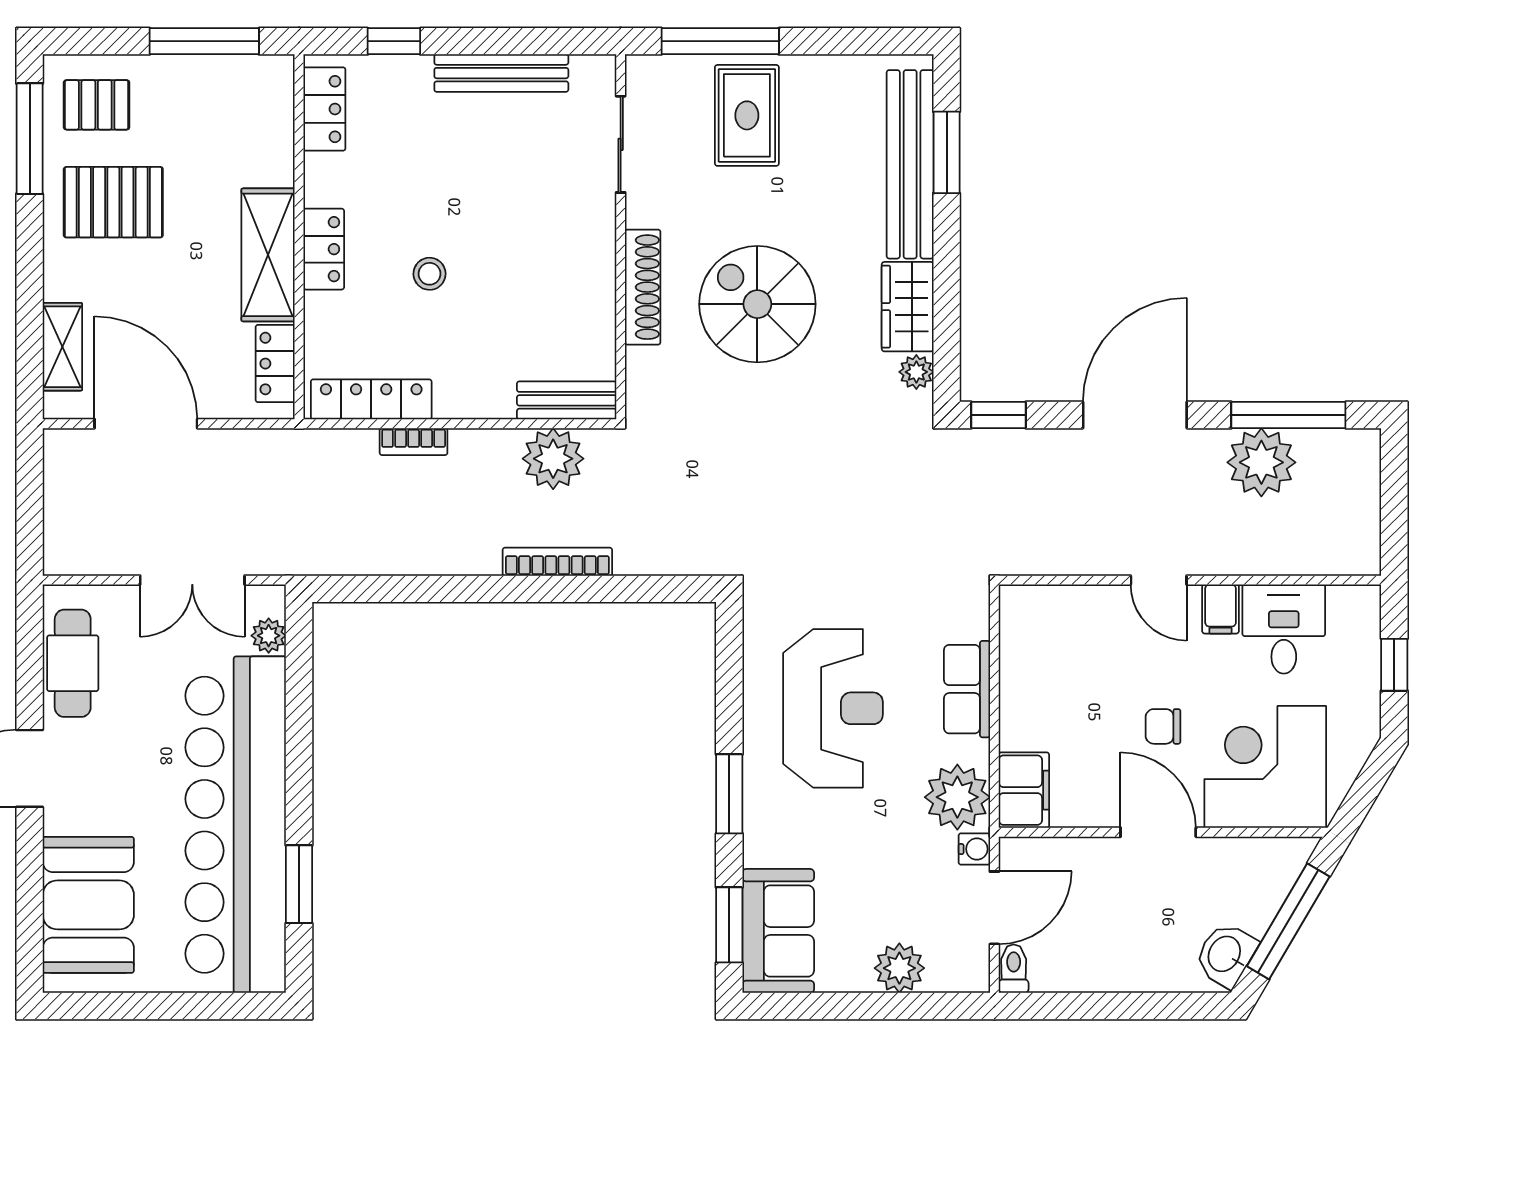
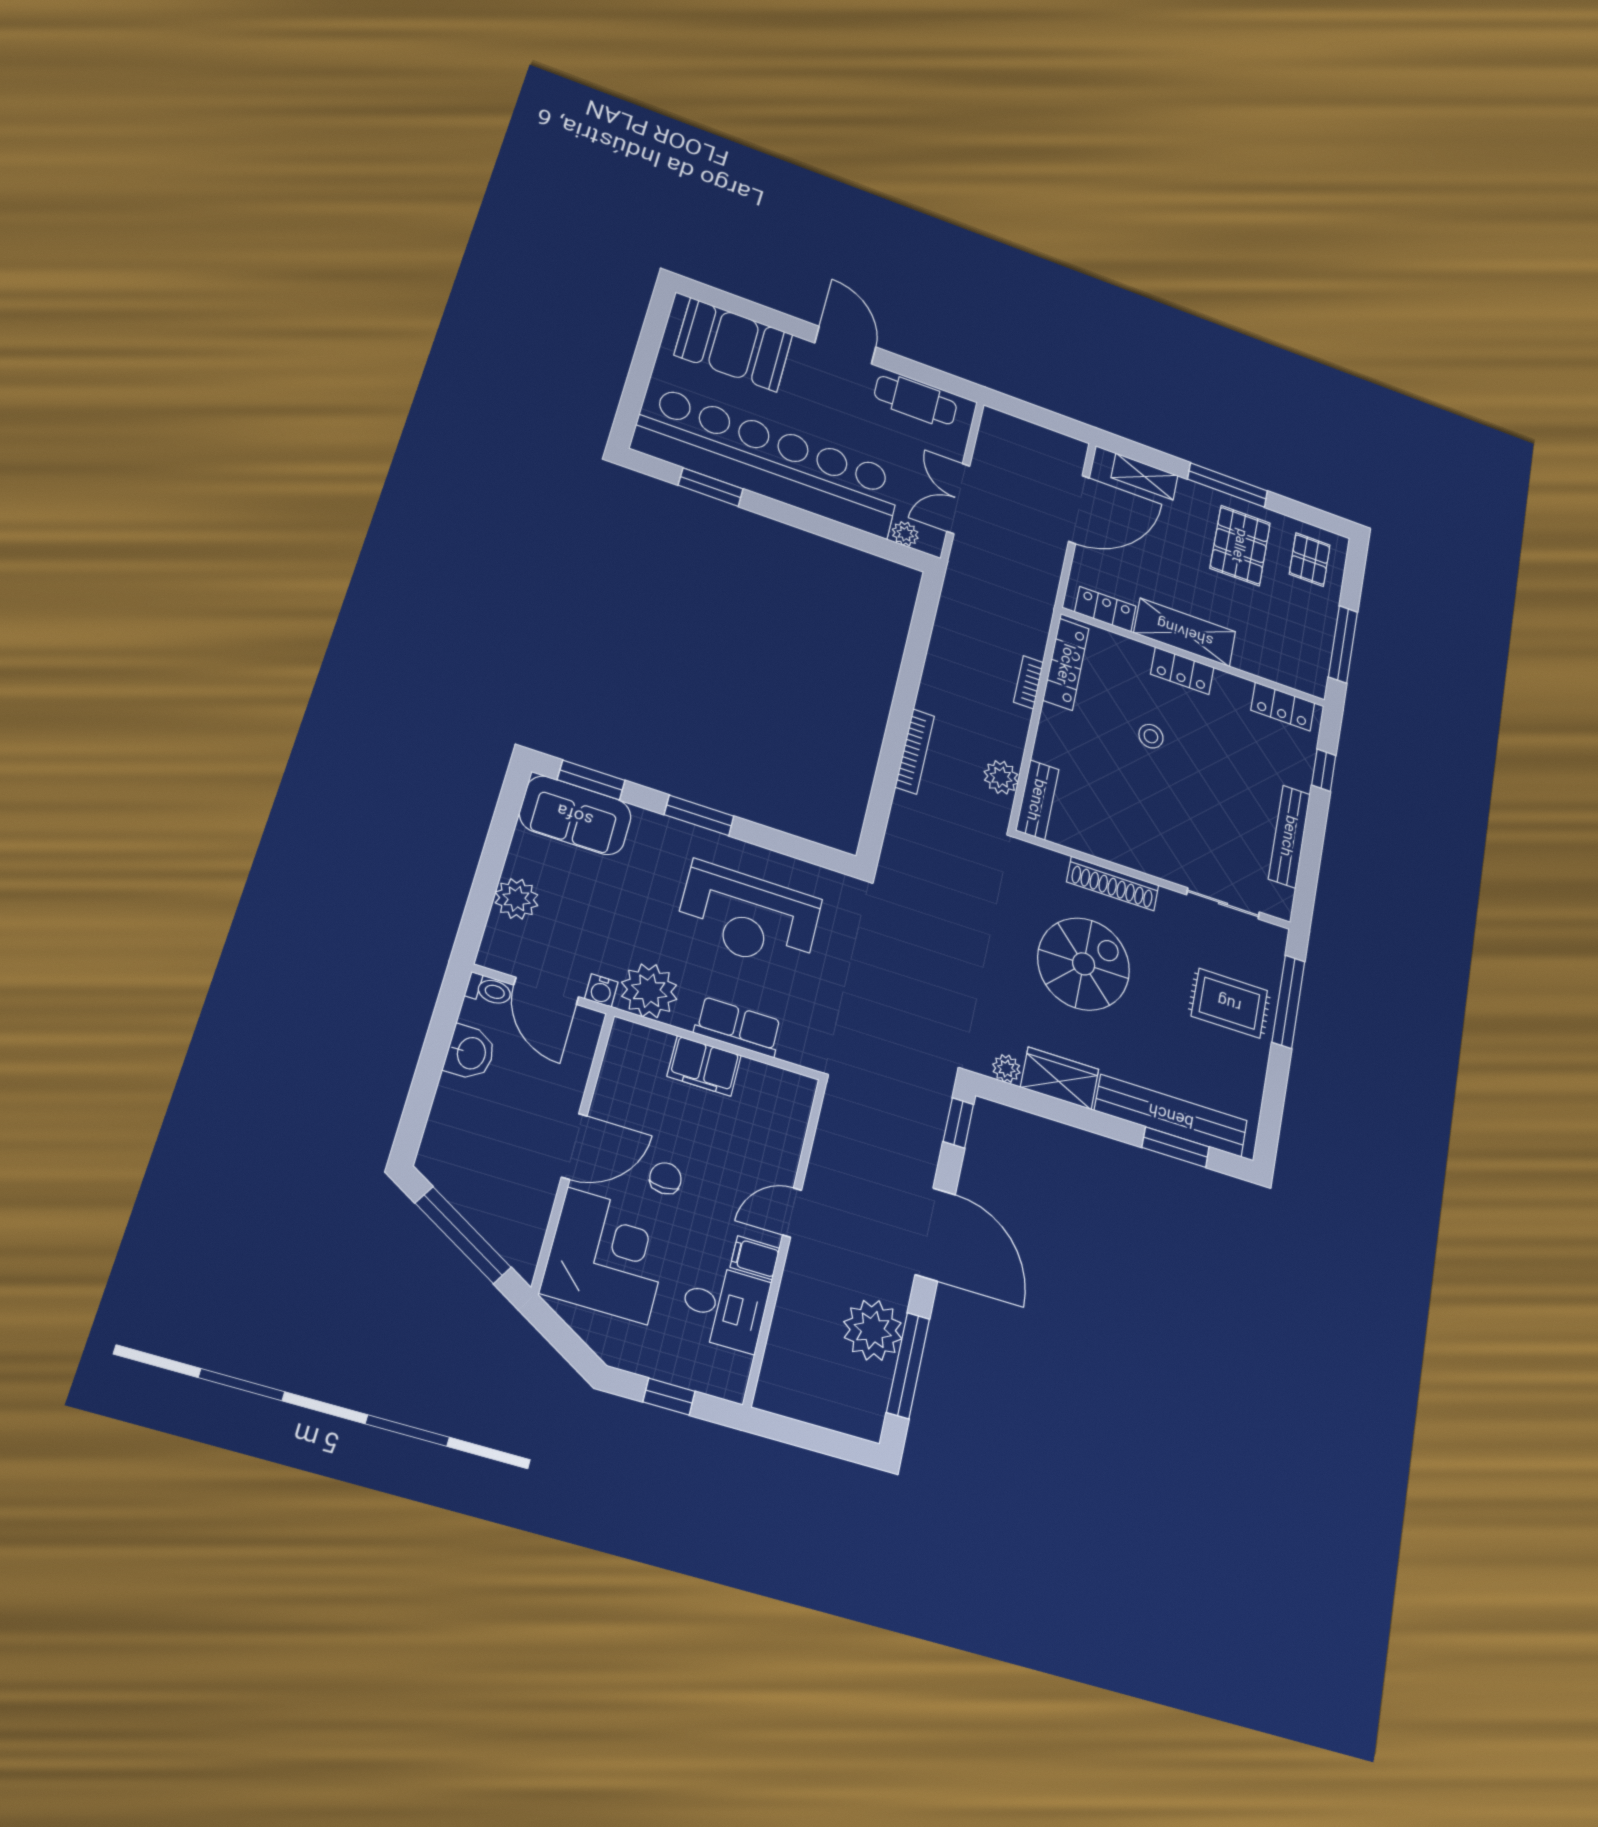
window: (30, 139) -> (1228, 485), moved
plant: (553, 459) -> (1001, 777), width x0.73, depth x0.73
filing cabinet: (1024, 790) -> (704, 1066), moved
washbasin: (1226, 955) -> (470, 1053), moved, turned 60

